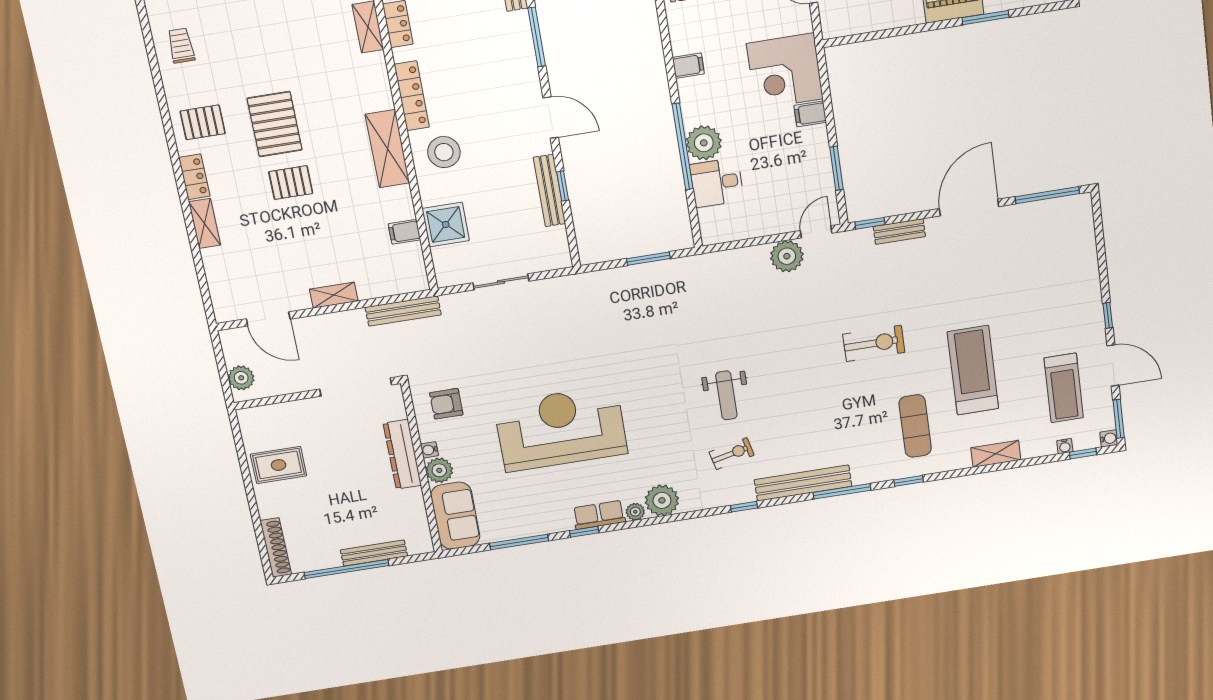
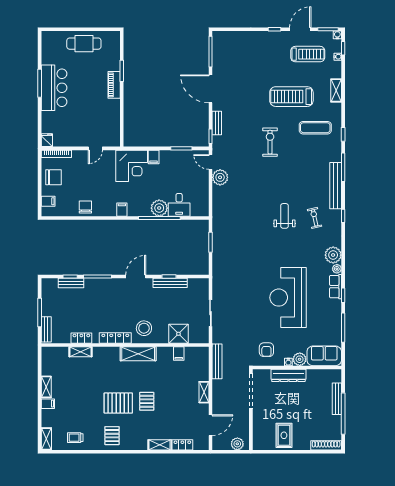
locker: (194, 177) -> (182, 445), moved
weight bench: (726, 395) -> (284, 216), turned -90

